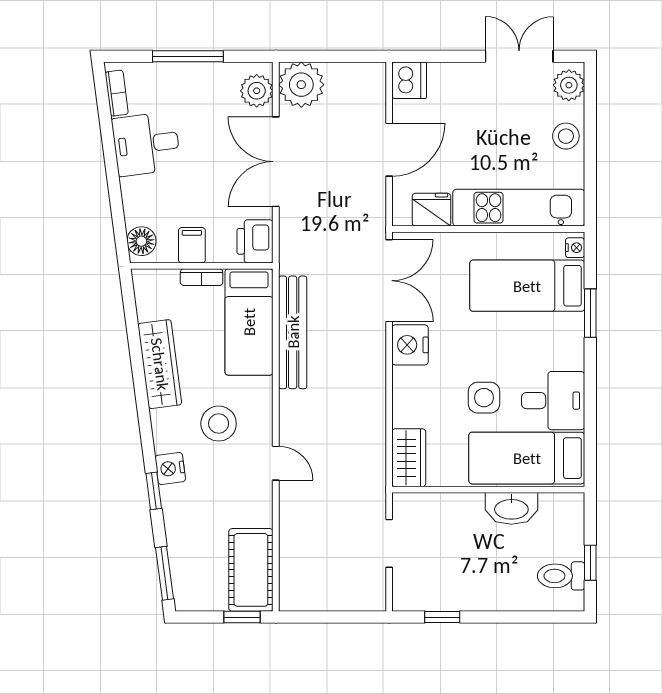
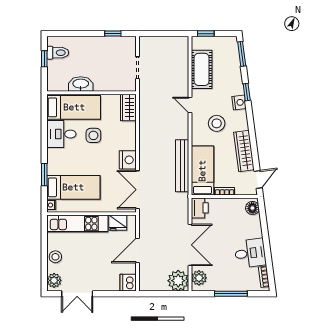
filing cabinet: (192, 245) -> (229, 206), removed
door: (129, 302) -> (258, 180), added
cot: (251, 570) -> (202, 69), moved

